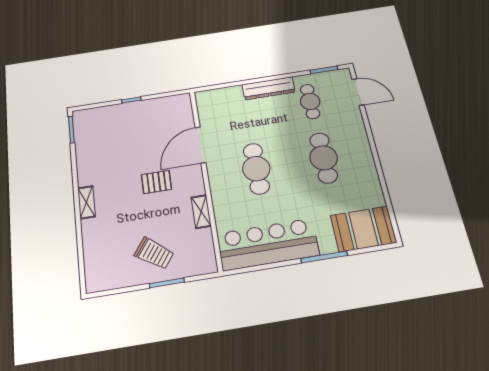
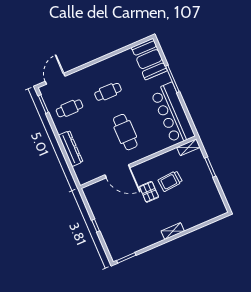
dresser: (268, 88) -> (71, 149), moved
cafe table: (324, 158) -> (108, 92), width x0.73, depth x0.74
cafe table: (256, 169) -> (125, 132), turned 90
shelving: (201, 212) -> (188, 147), moved
trolley: (154, 253) -> (170, 181), moved, turned -131

